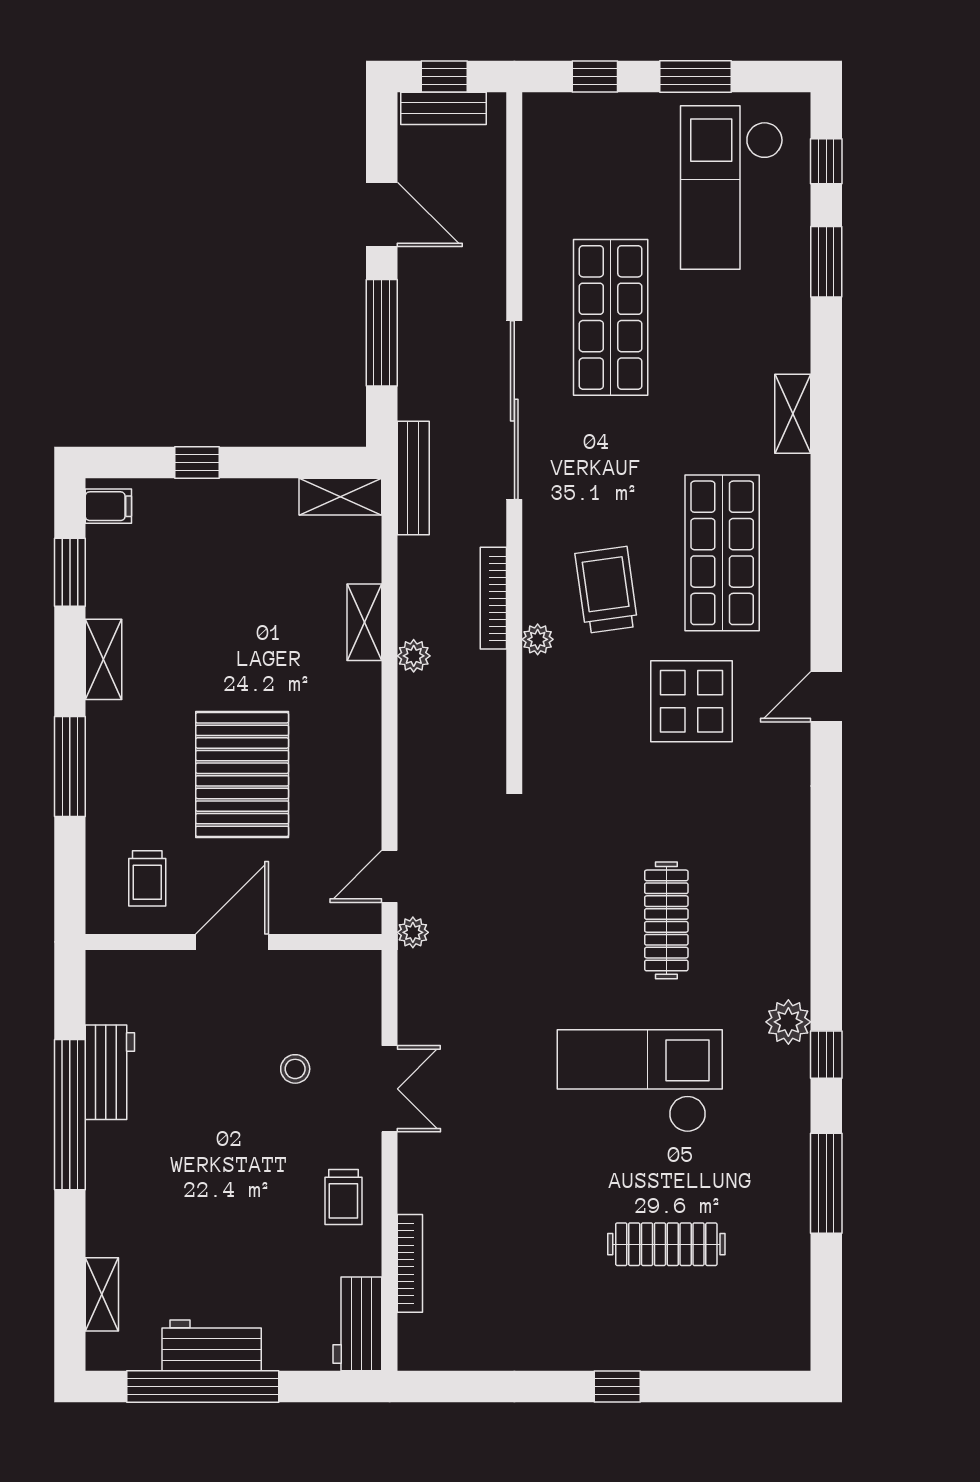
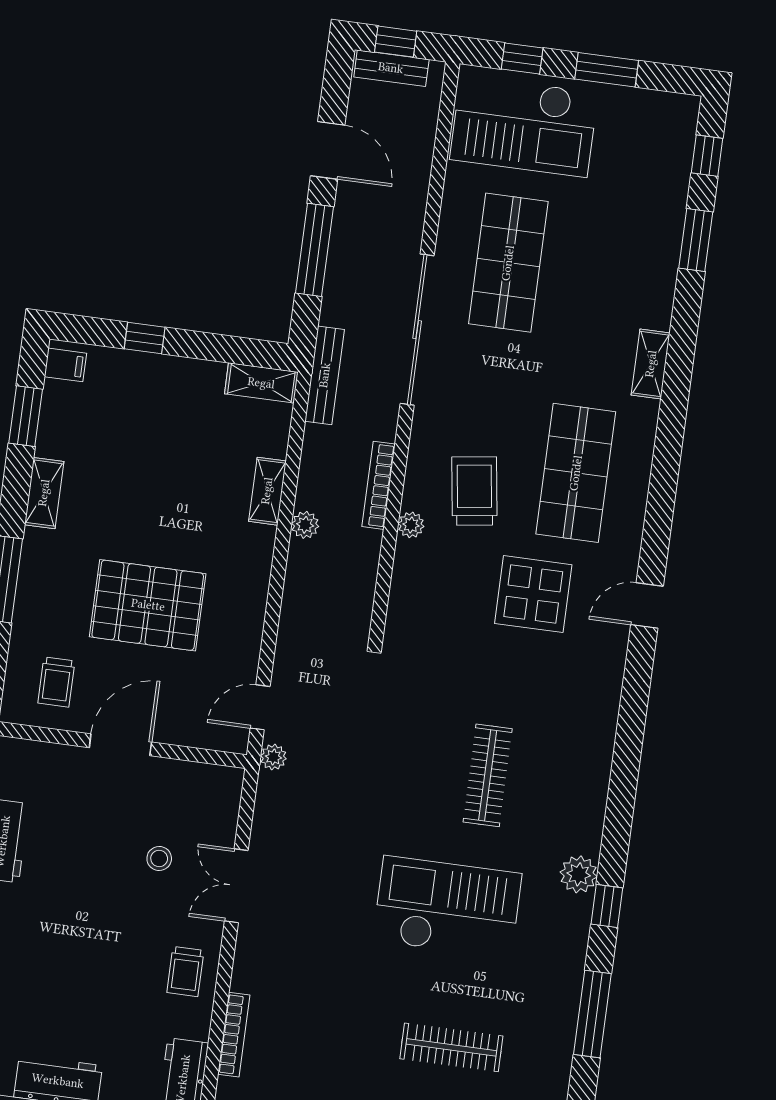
checkout: (732, 188) -> (524, 126), moved, turned -90
pallet: (242, 775) -> (148, 605), turned 90
double door: (390, 1089) -> (236, 886), swing flipped

